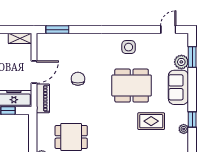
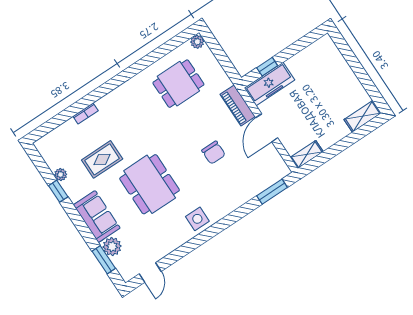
side table: (129, 47) -> (197, 219), moved
dining table: (132, 86) -> (150, 184), turned 90

